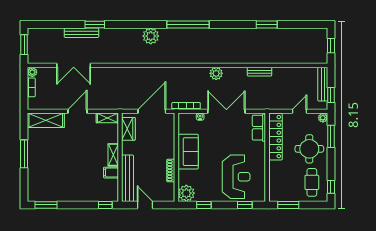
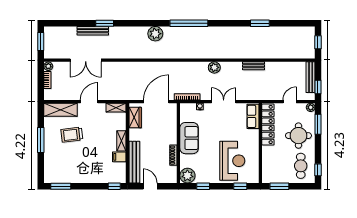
double door: (226, 111) -> (224, 102), width x0.73
trolley: (58, 148) -> (72, 135), added

